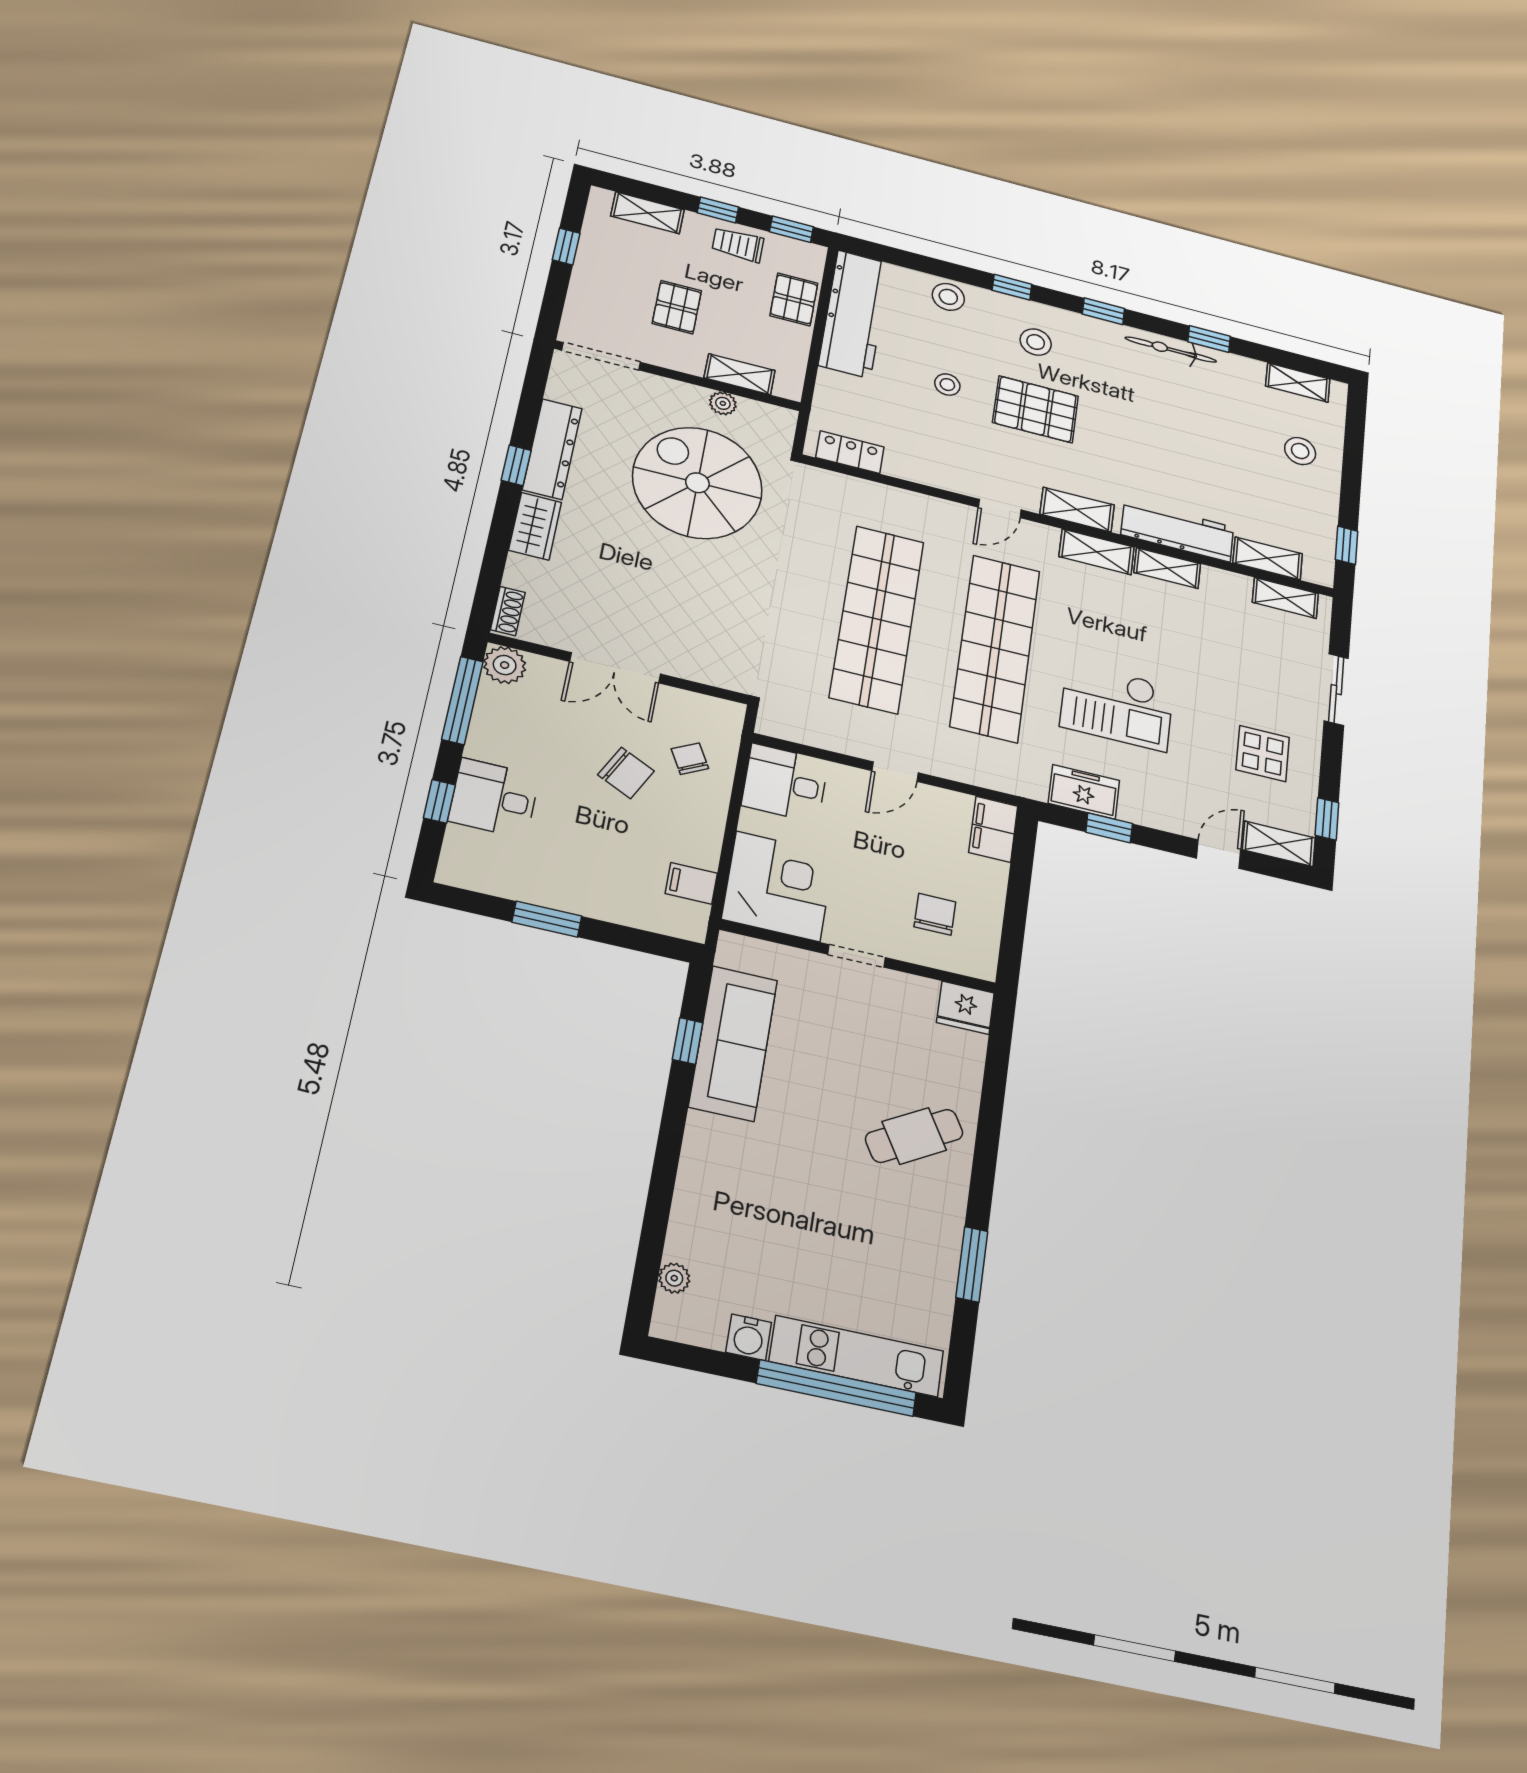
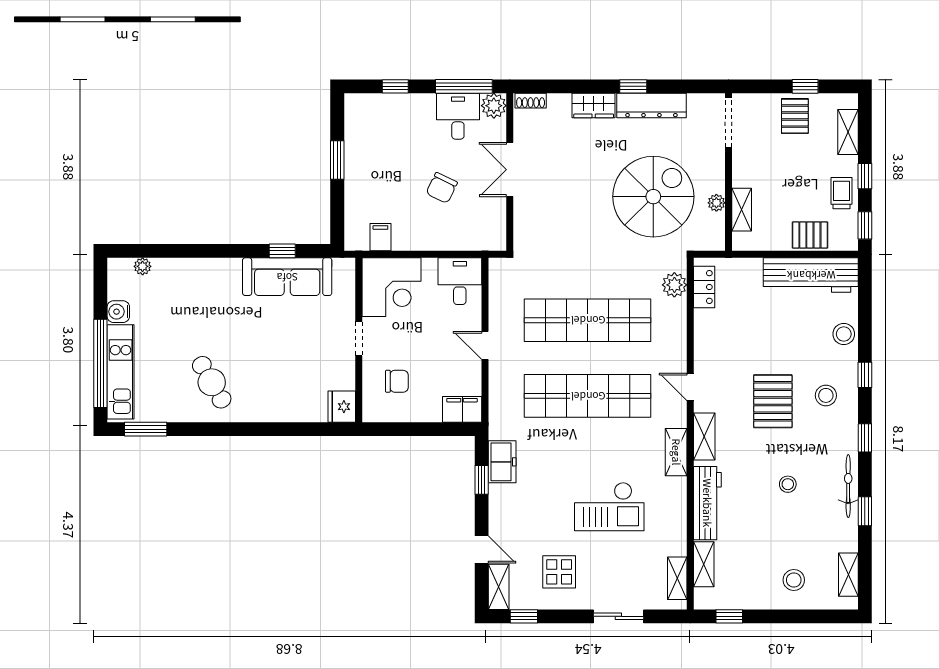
pallet: (677, 307) -> (795, 116), moved, turned 90
stool: (947, 385) -> (788, 484), moved
plant: (840, 490) -> (674, 285), added
shelving: (1167, 568) -> (677, 499), removed
checkout: (1117, 706) -> (609, 507), moved, turned -90
chair: (690, 759) -> (461, 223), removed
desk: (494, 798) -> (458, 116), moved
cafe table: (914, 1136) -> (212, 382), moved
window: (972, 1264) -> (146, 429), moved

